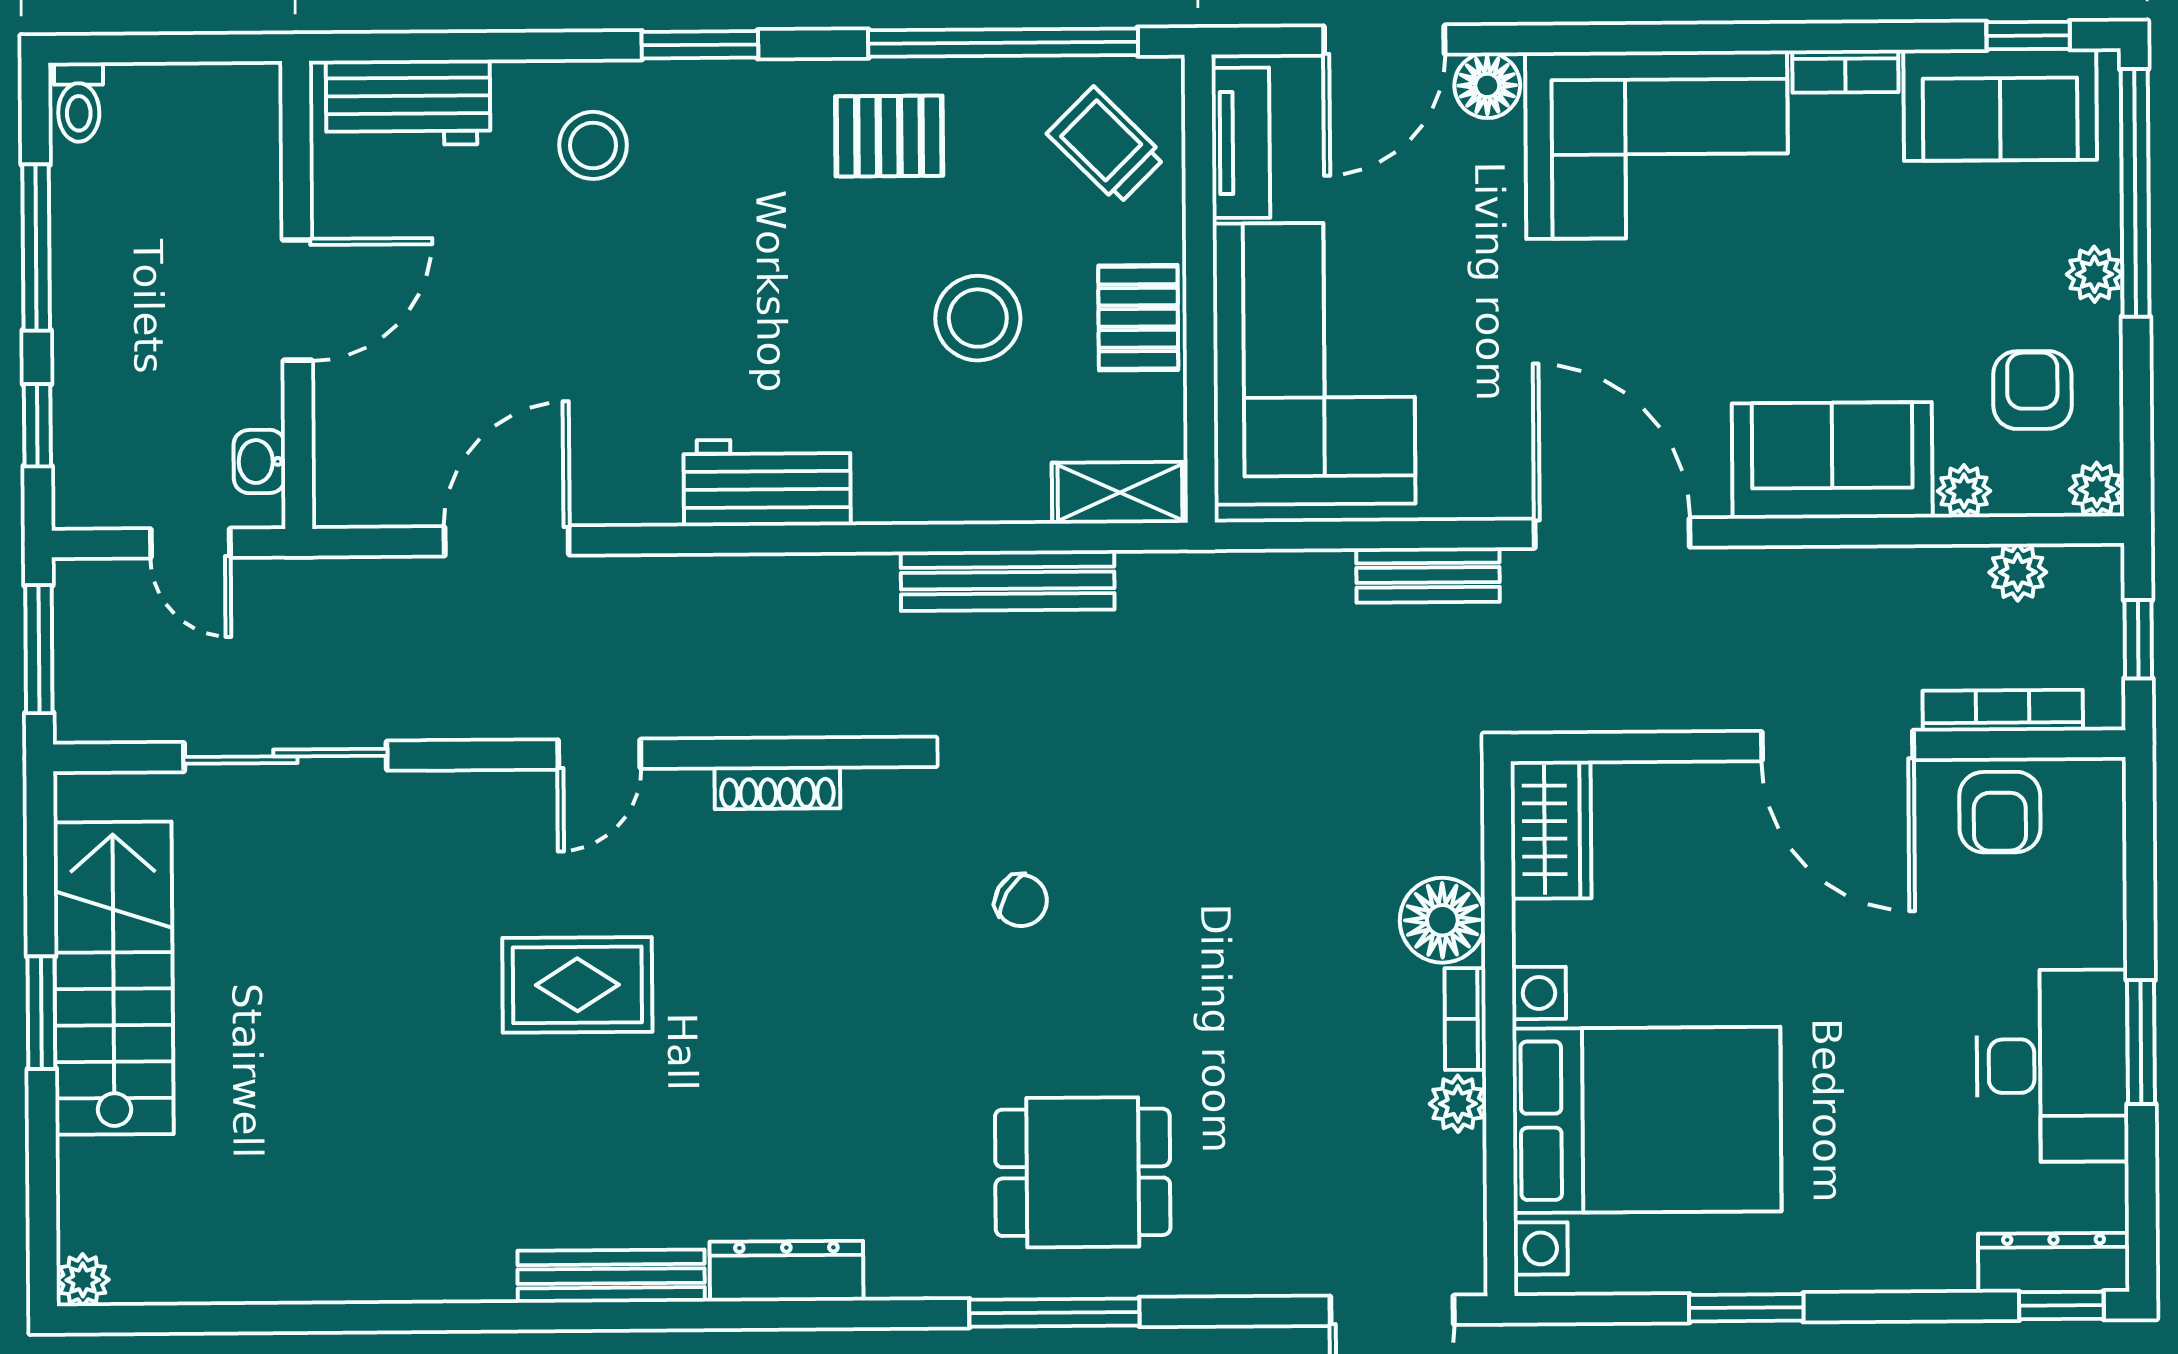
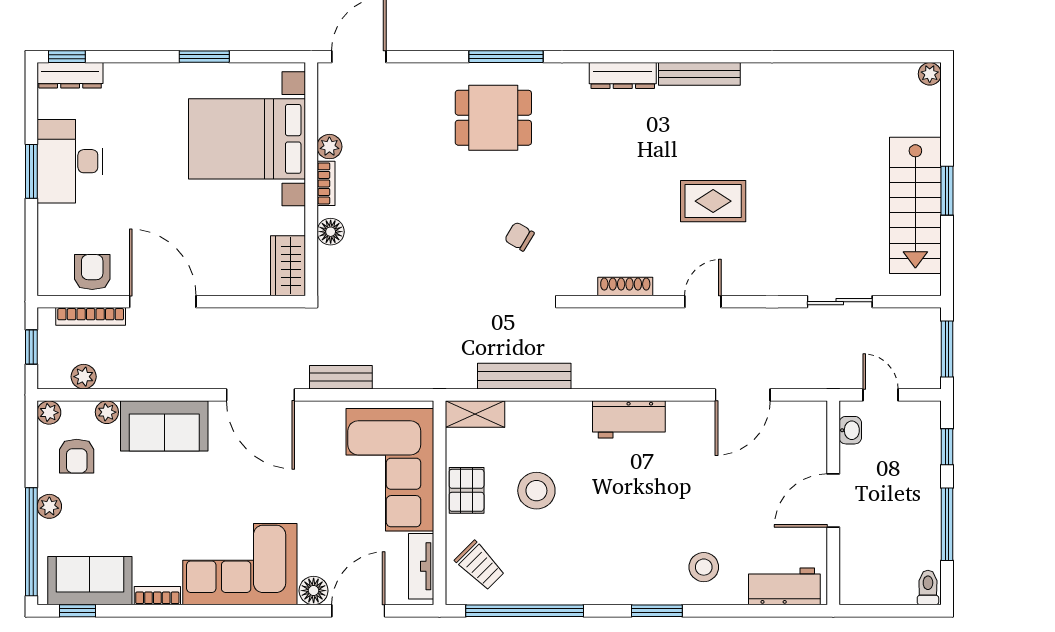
pallet: (889, 136) -> (575, 570), removed
sliding door: (285, 756) -> (840, 302), width x0.73
floor lamp: (1442, 920) -> (331, 232), width x0.73, depth x0.73

